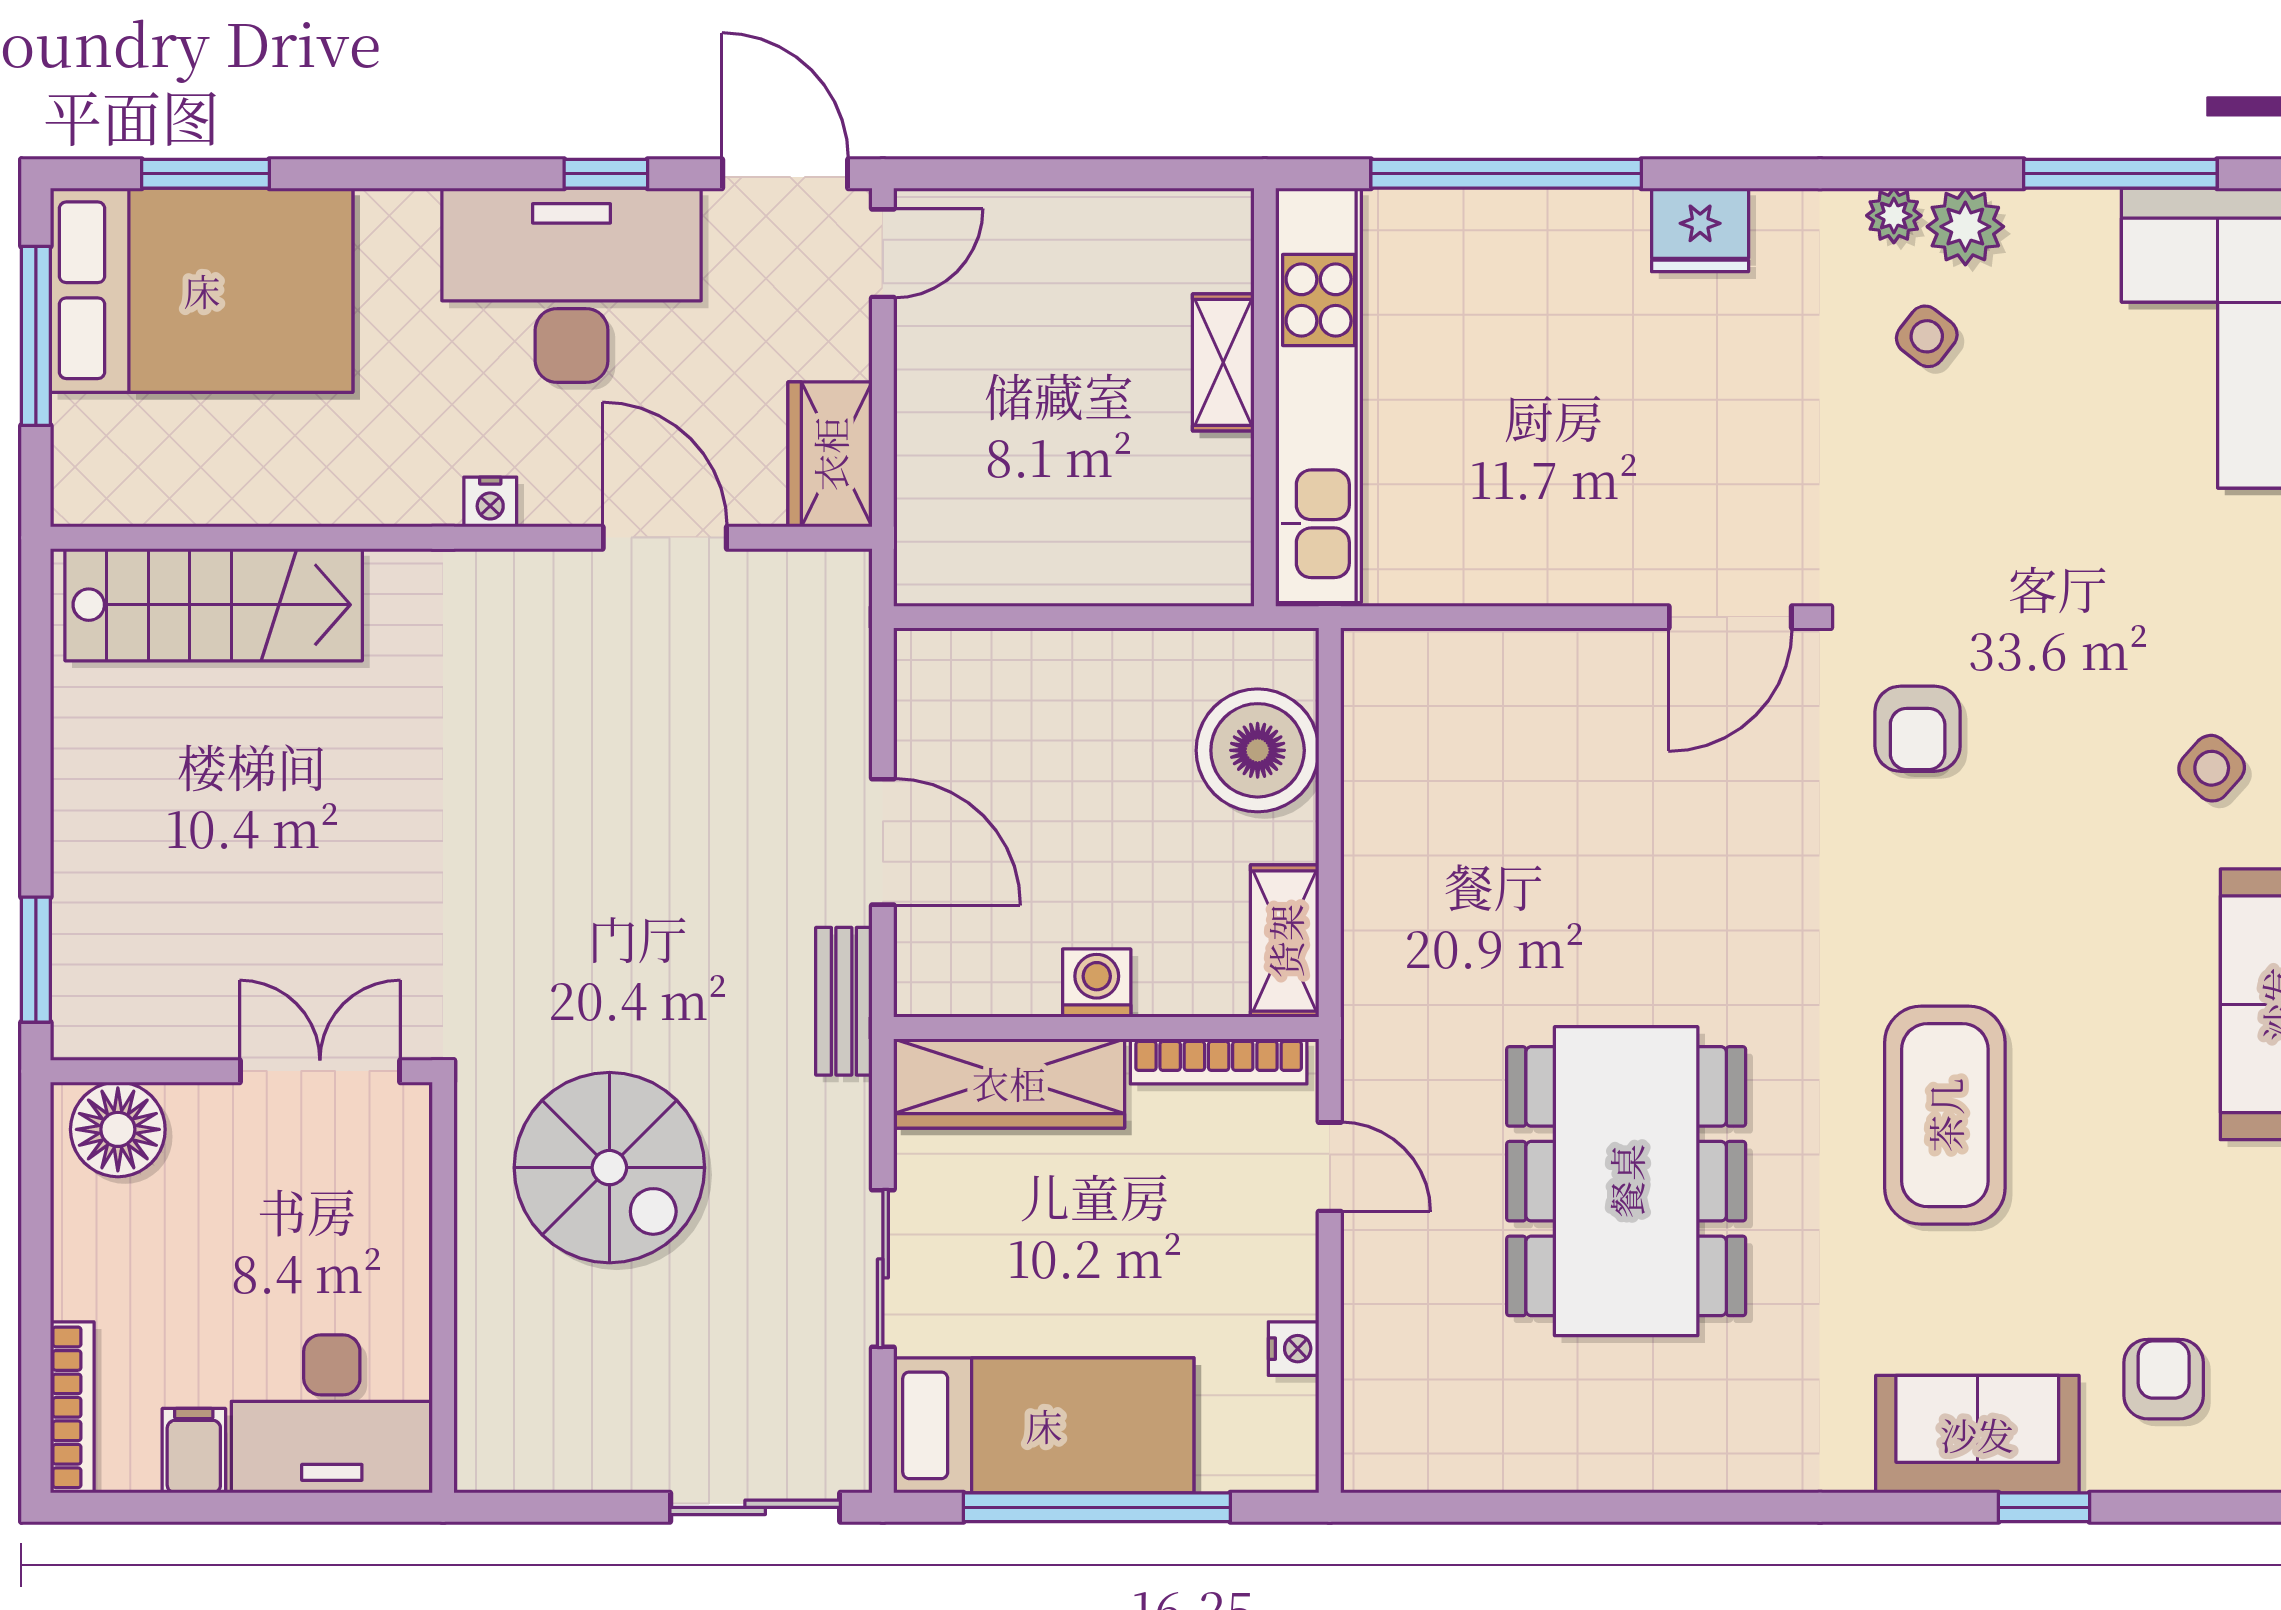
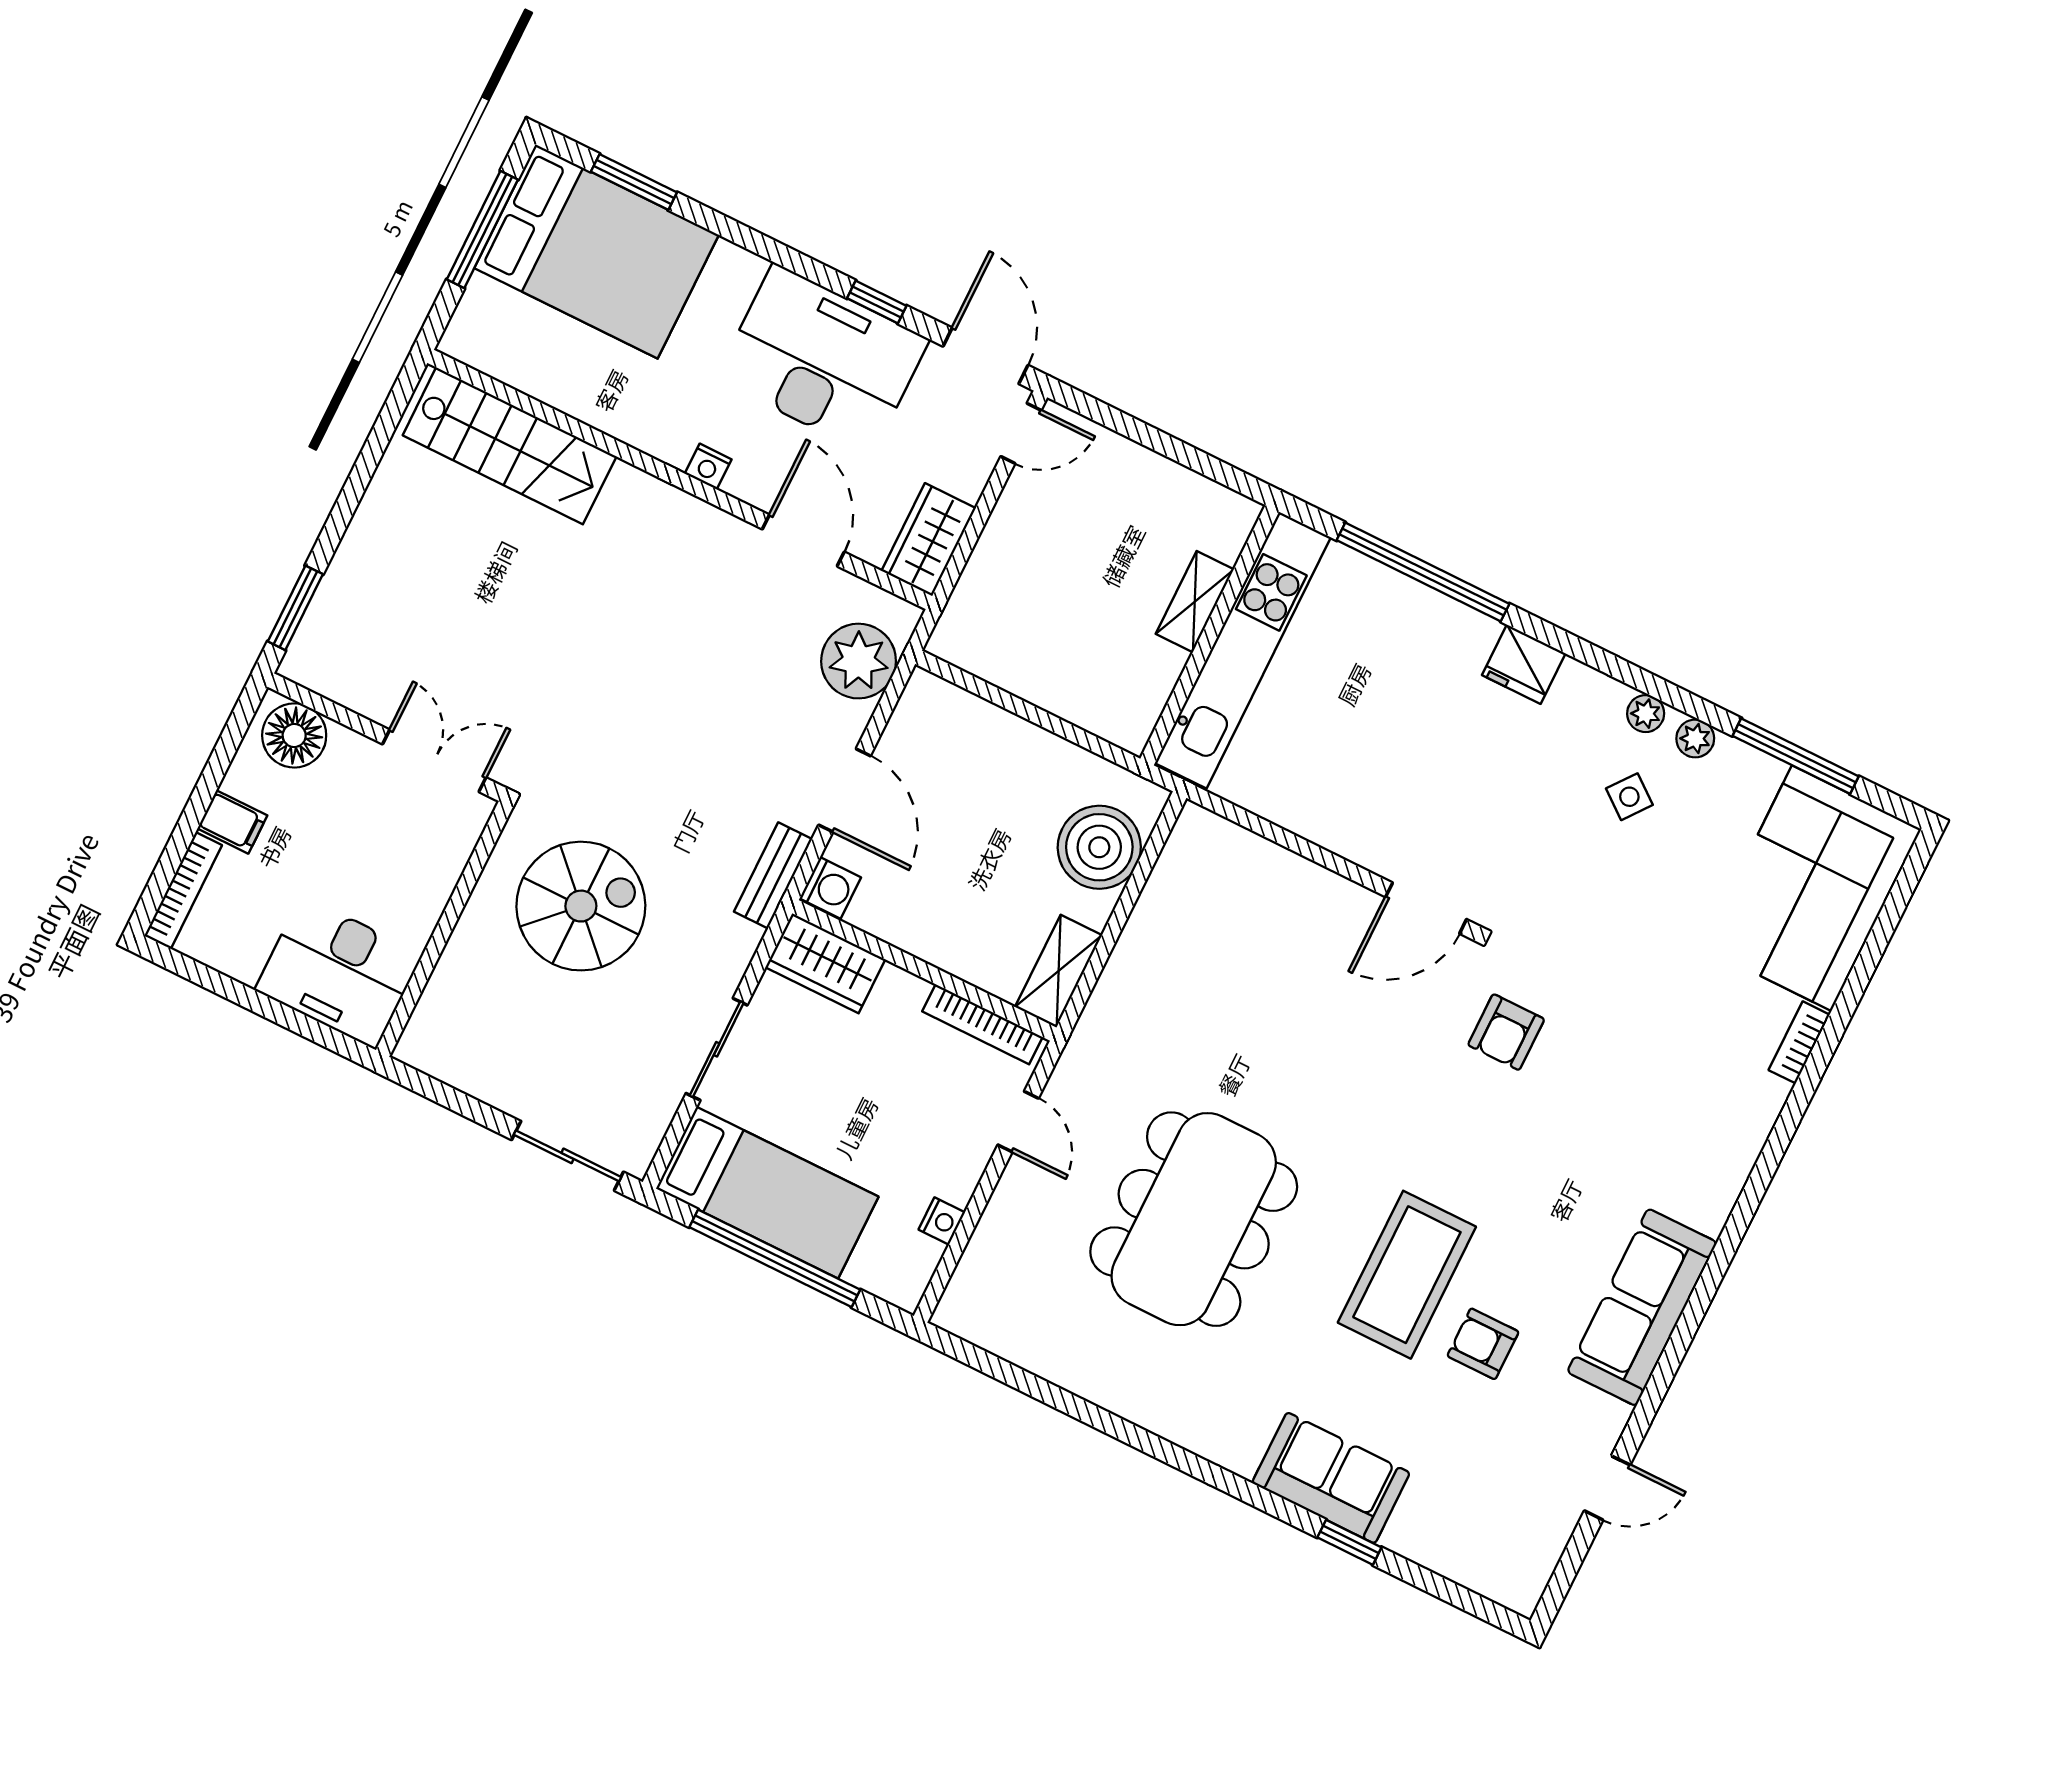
plant: (1965, 227) -> (1695, 738), width x0.73, depth x0.73
plant: (817, 661) -> (859, 661), added
side table: (2212, 768) -> (1673, 1144), removed
washing machine: (1097, 983) -> (830, 888), moved, turned 90
wardrobe: (1009, 1083) -> (825, 963), width x0.67
spiral stairs: (609, 1168) -> (581, 906), turned -90
armchair: (2164, 1379) -> (1483, 1344), moved, turned -90
filing cabinet: (194, 1451) -> (232, 822), moved, turned 90

